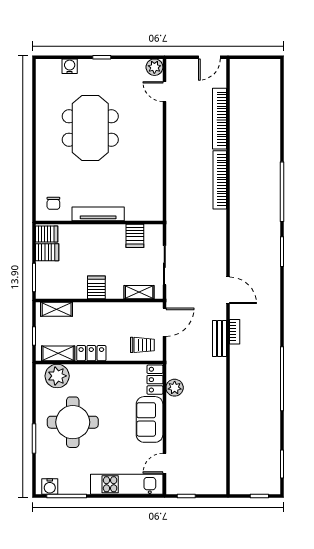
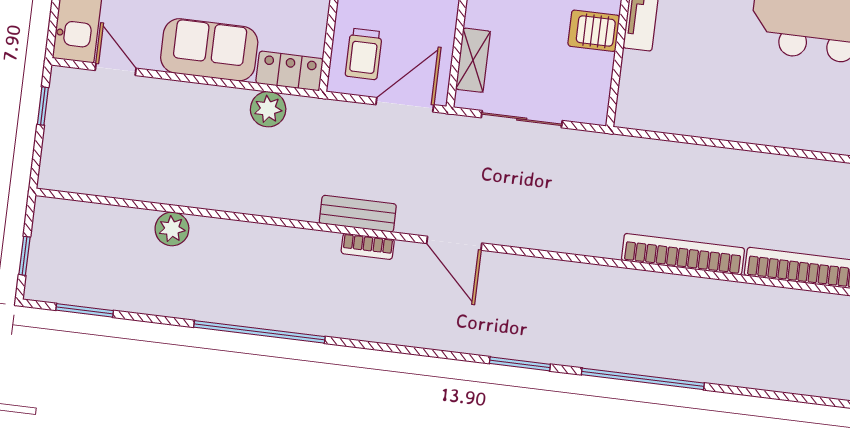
server rack: (135, 236) -> (594, 31), moved
door: (228, 290) -> (454, 243), hinge flipped
door: (164, 322) -> (405, 105), swing flipped
plant: (238, 427) -> (172, 229), added

